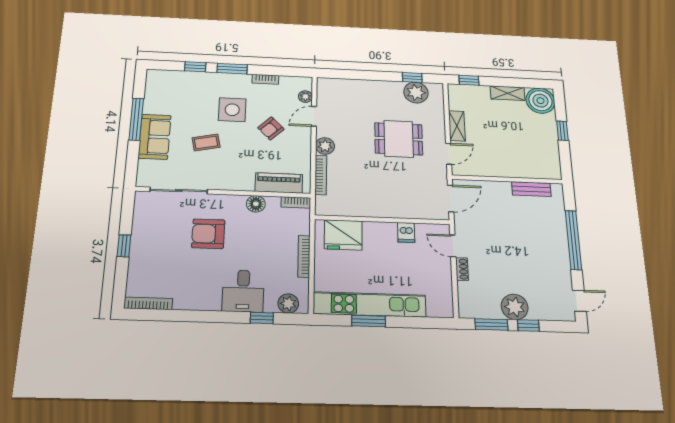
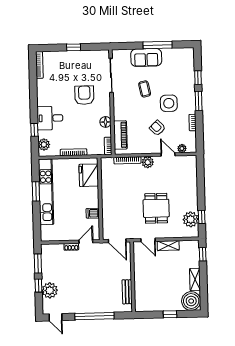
plant: (515, 307) -> (50, 290), moved

